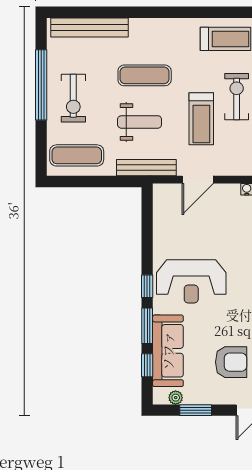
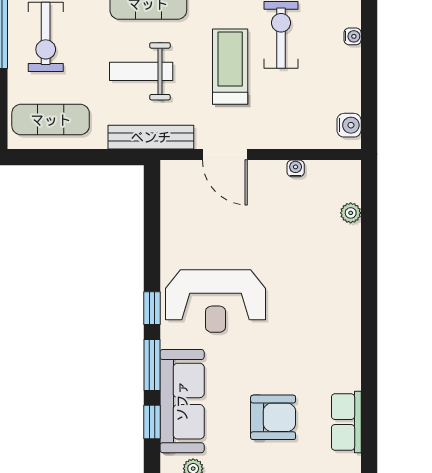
treadmill: (201, 119) -> (230, 67), turned 180
weight bench: (140, 122) -> (141, 71), turned 180
door: (198, 180) -> (225, 154), hinge flipped

